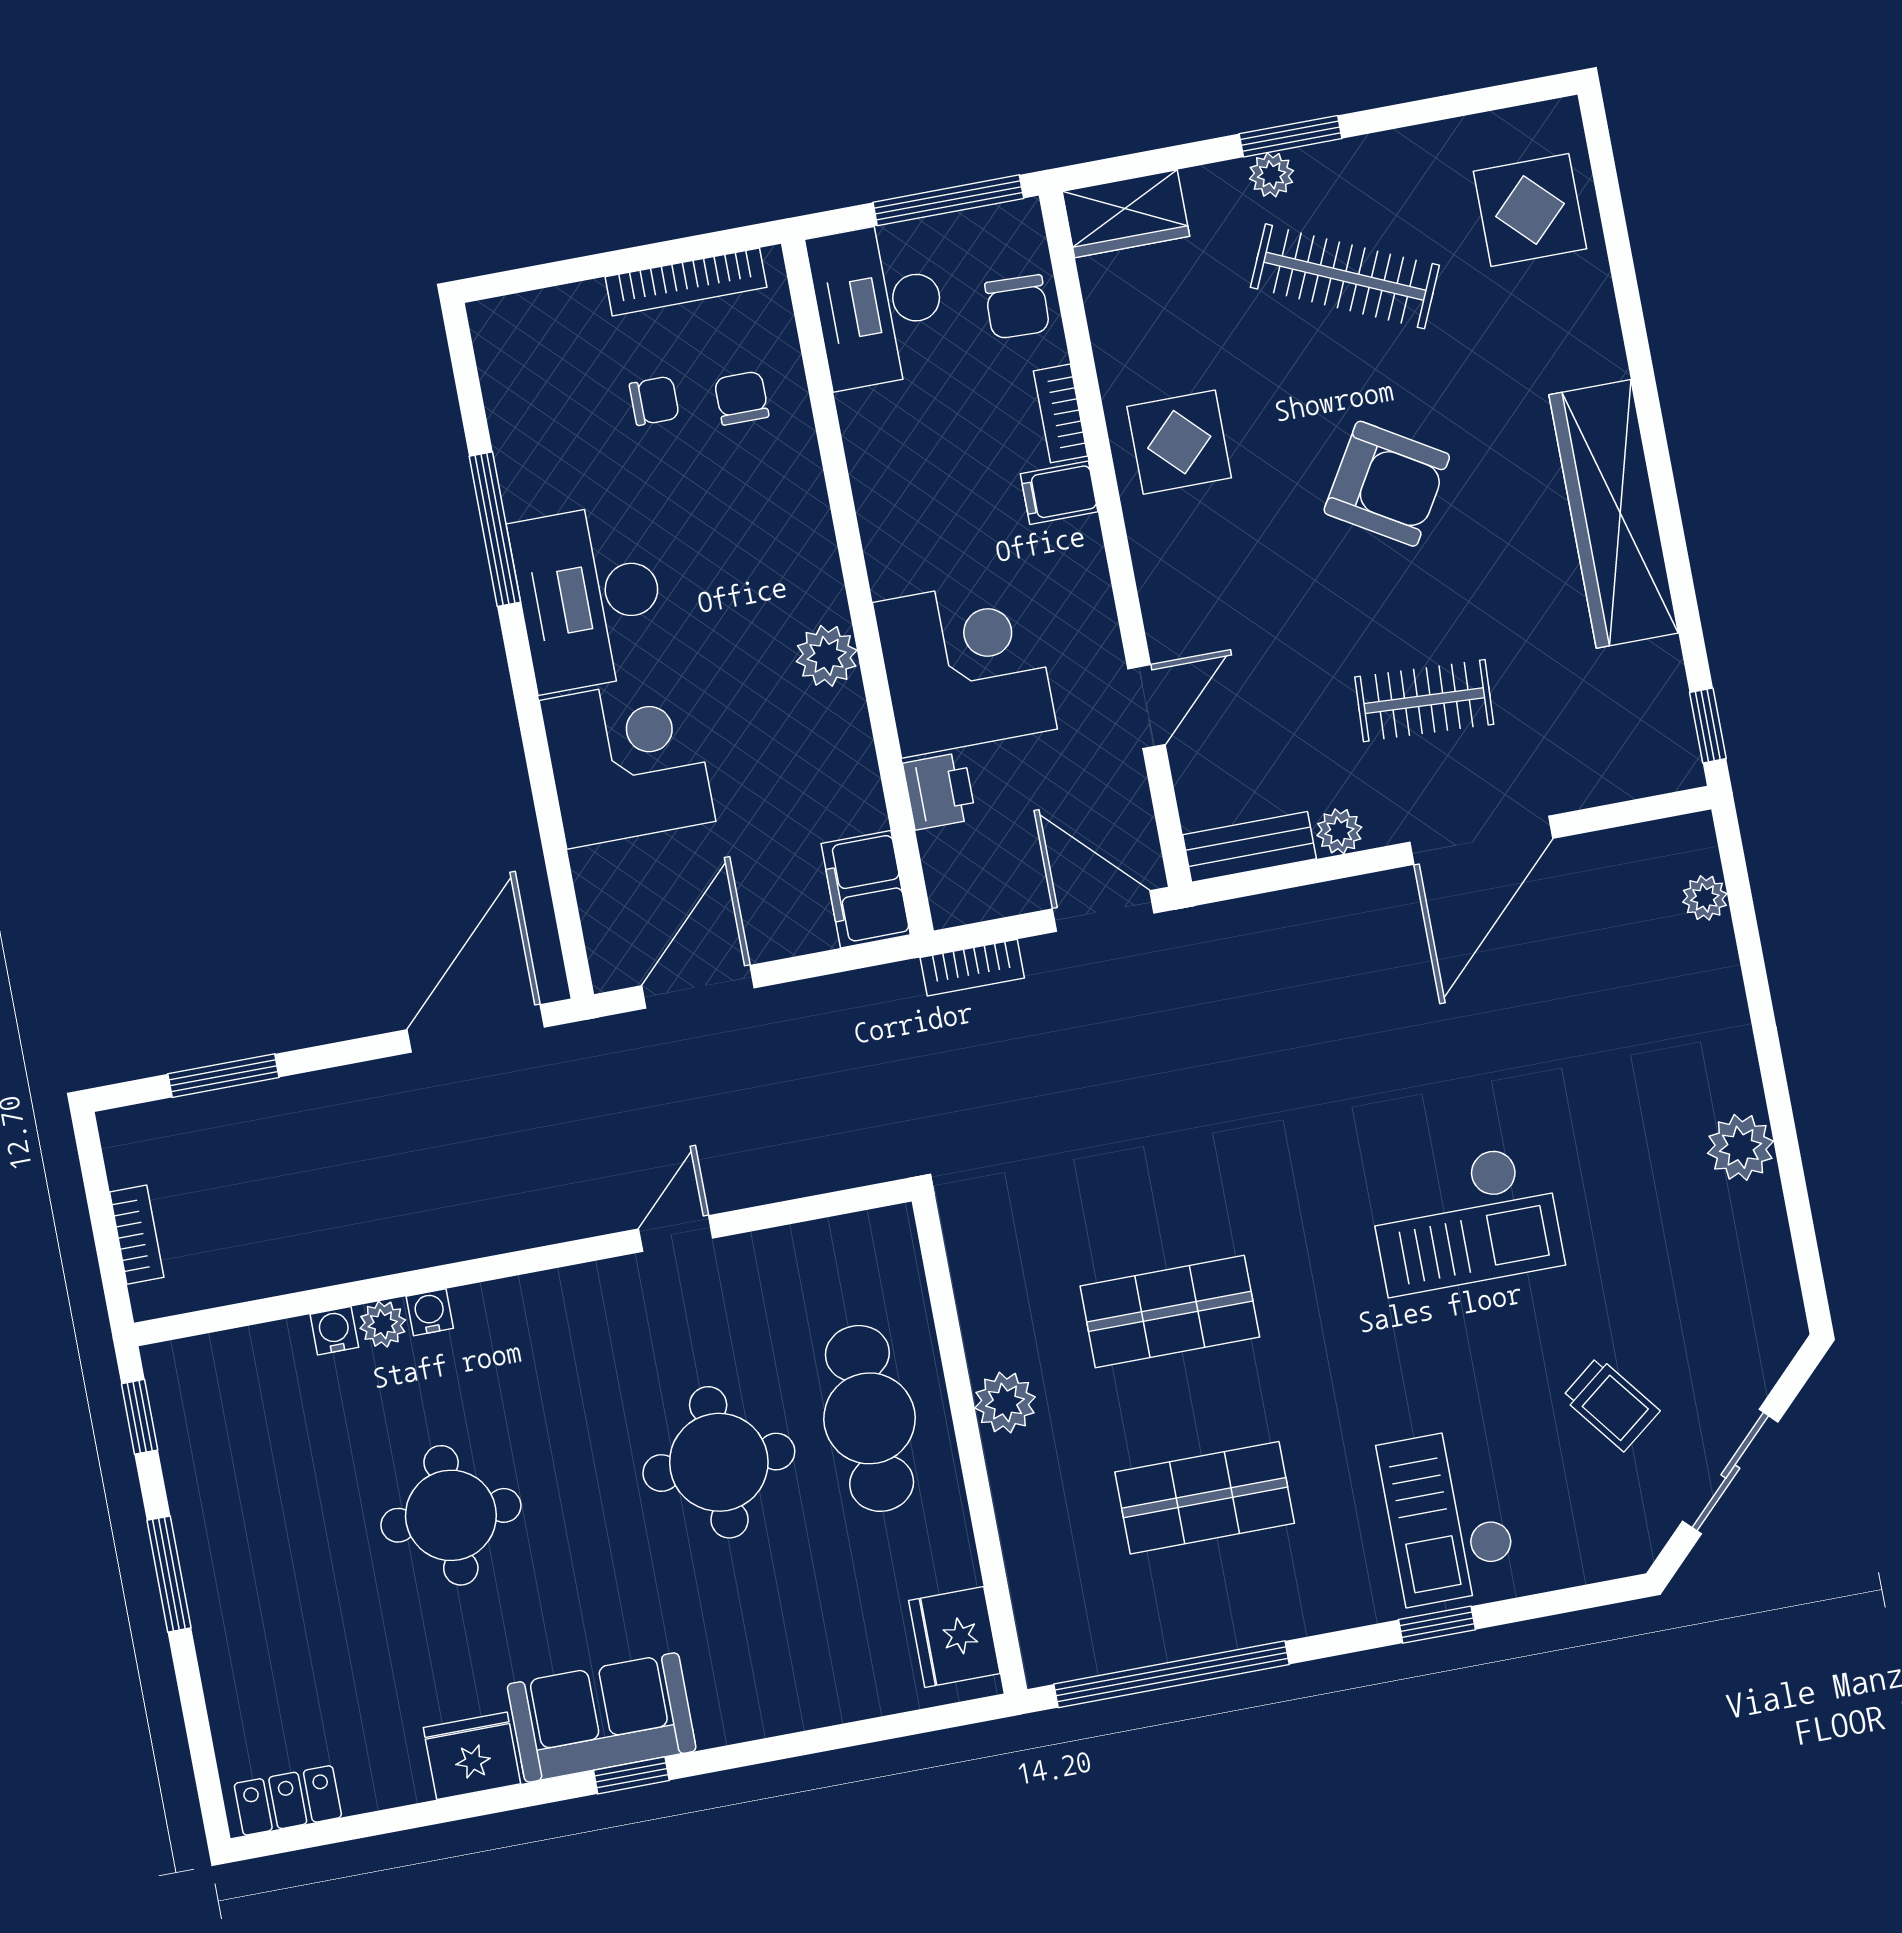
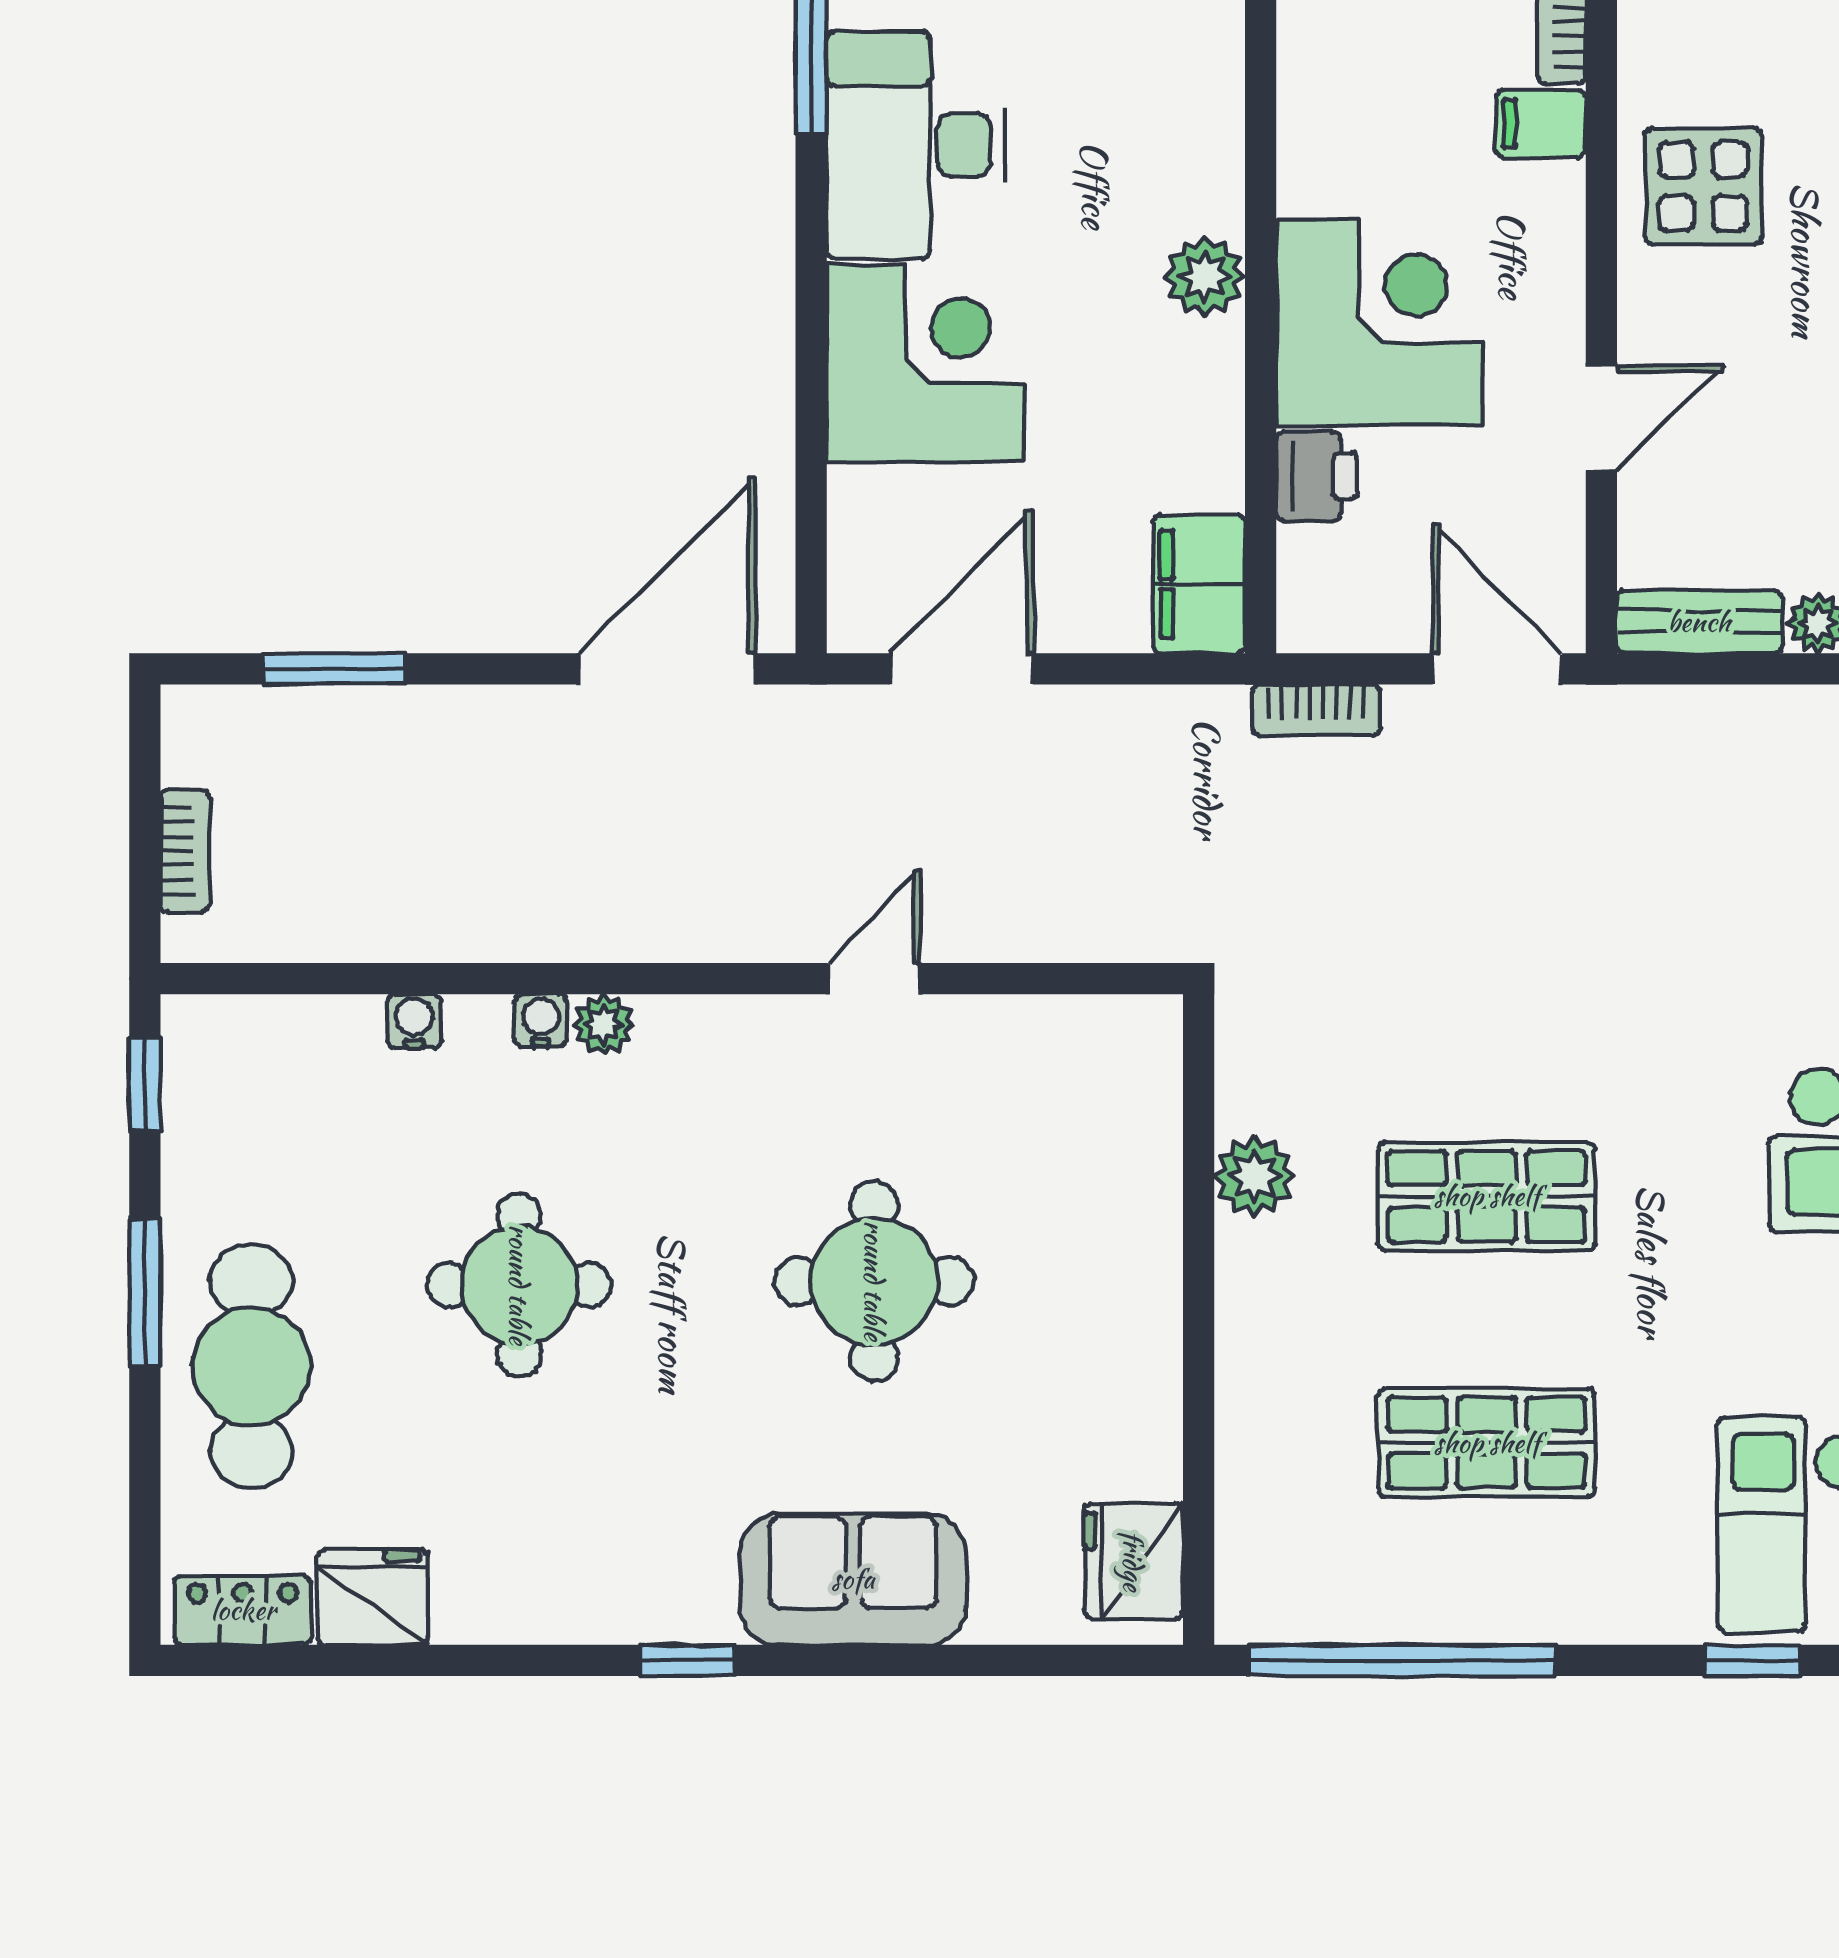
display table: (1179, 442) -> (1703, 186), moved
plant: (383, 1324) -> (603, 1024), moved
plant: (1005, 1403) -> (1254, 1176), moved
cafe table: (869, 1418) -> (251, 1366), moved
sofa: (602, 1718) -> (853, 1579), moved
fridge: (472, 1756) -> (373, 1597), moved

